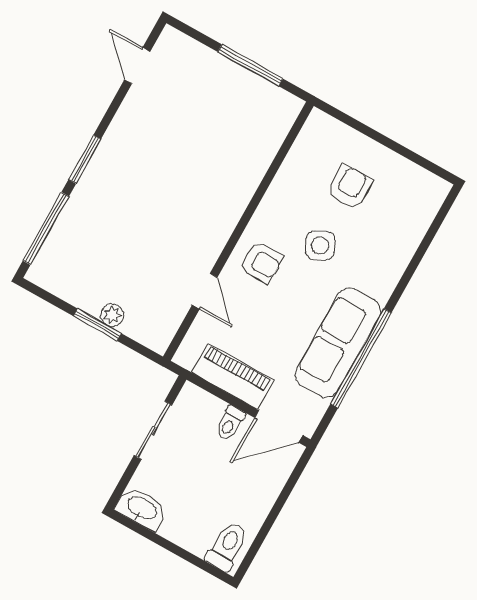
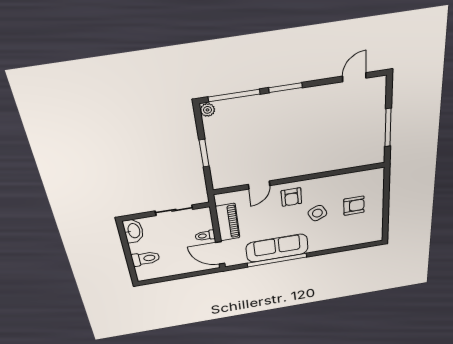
plant: (112, 315) -> (207, 110), moved
toilet: (227, 546) -> (146, 259), moved

